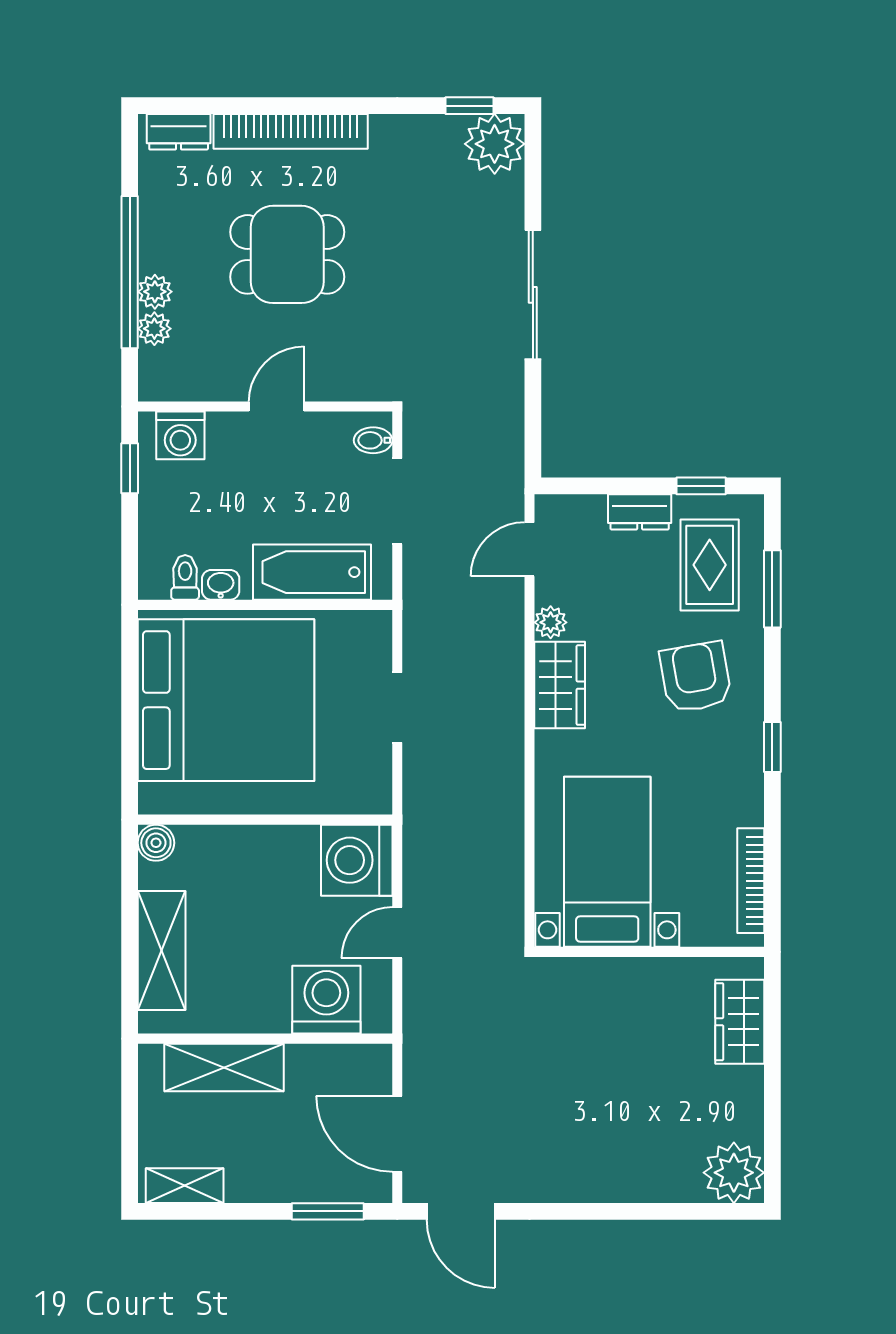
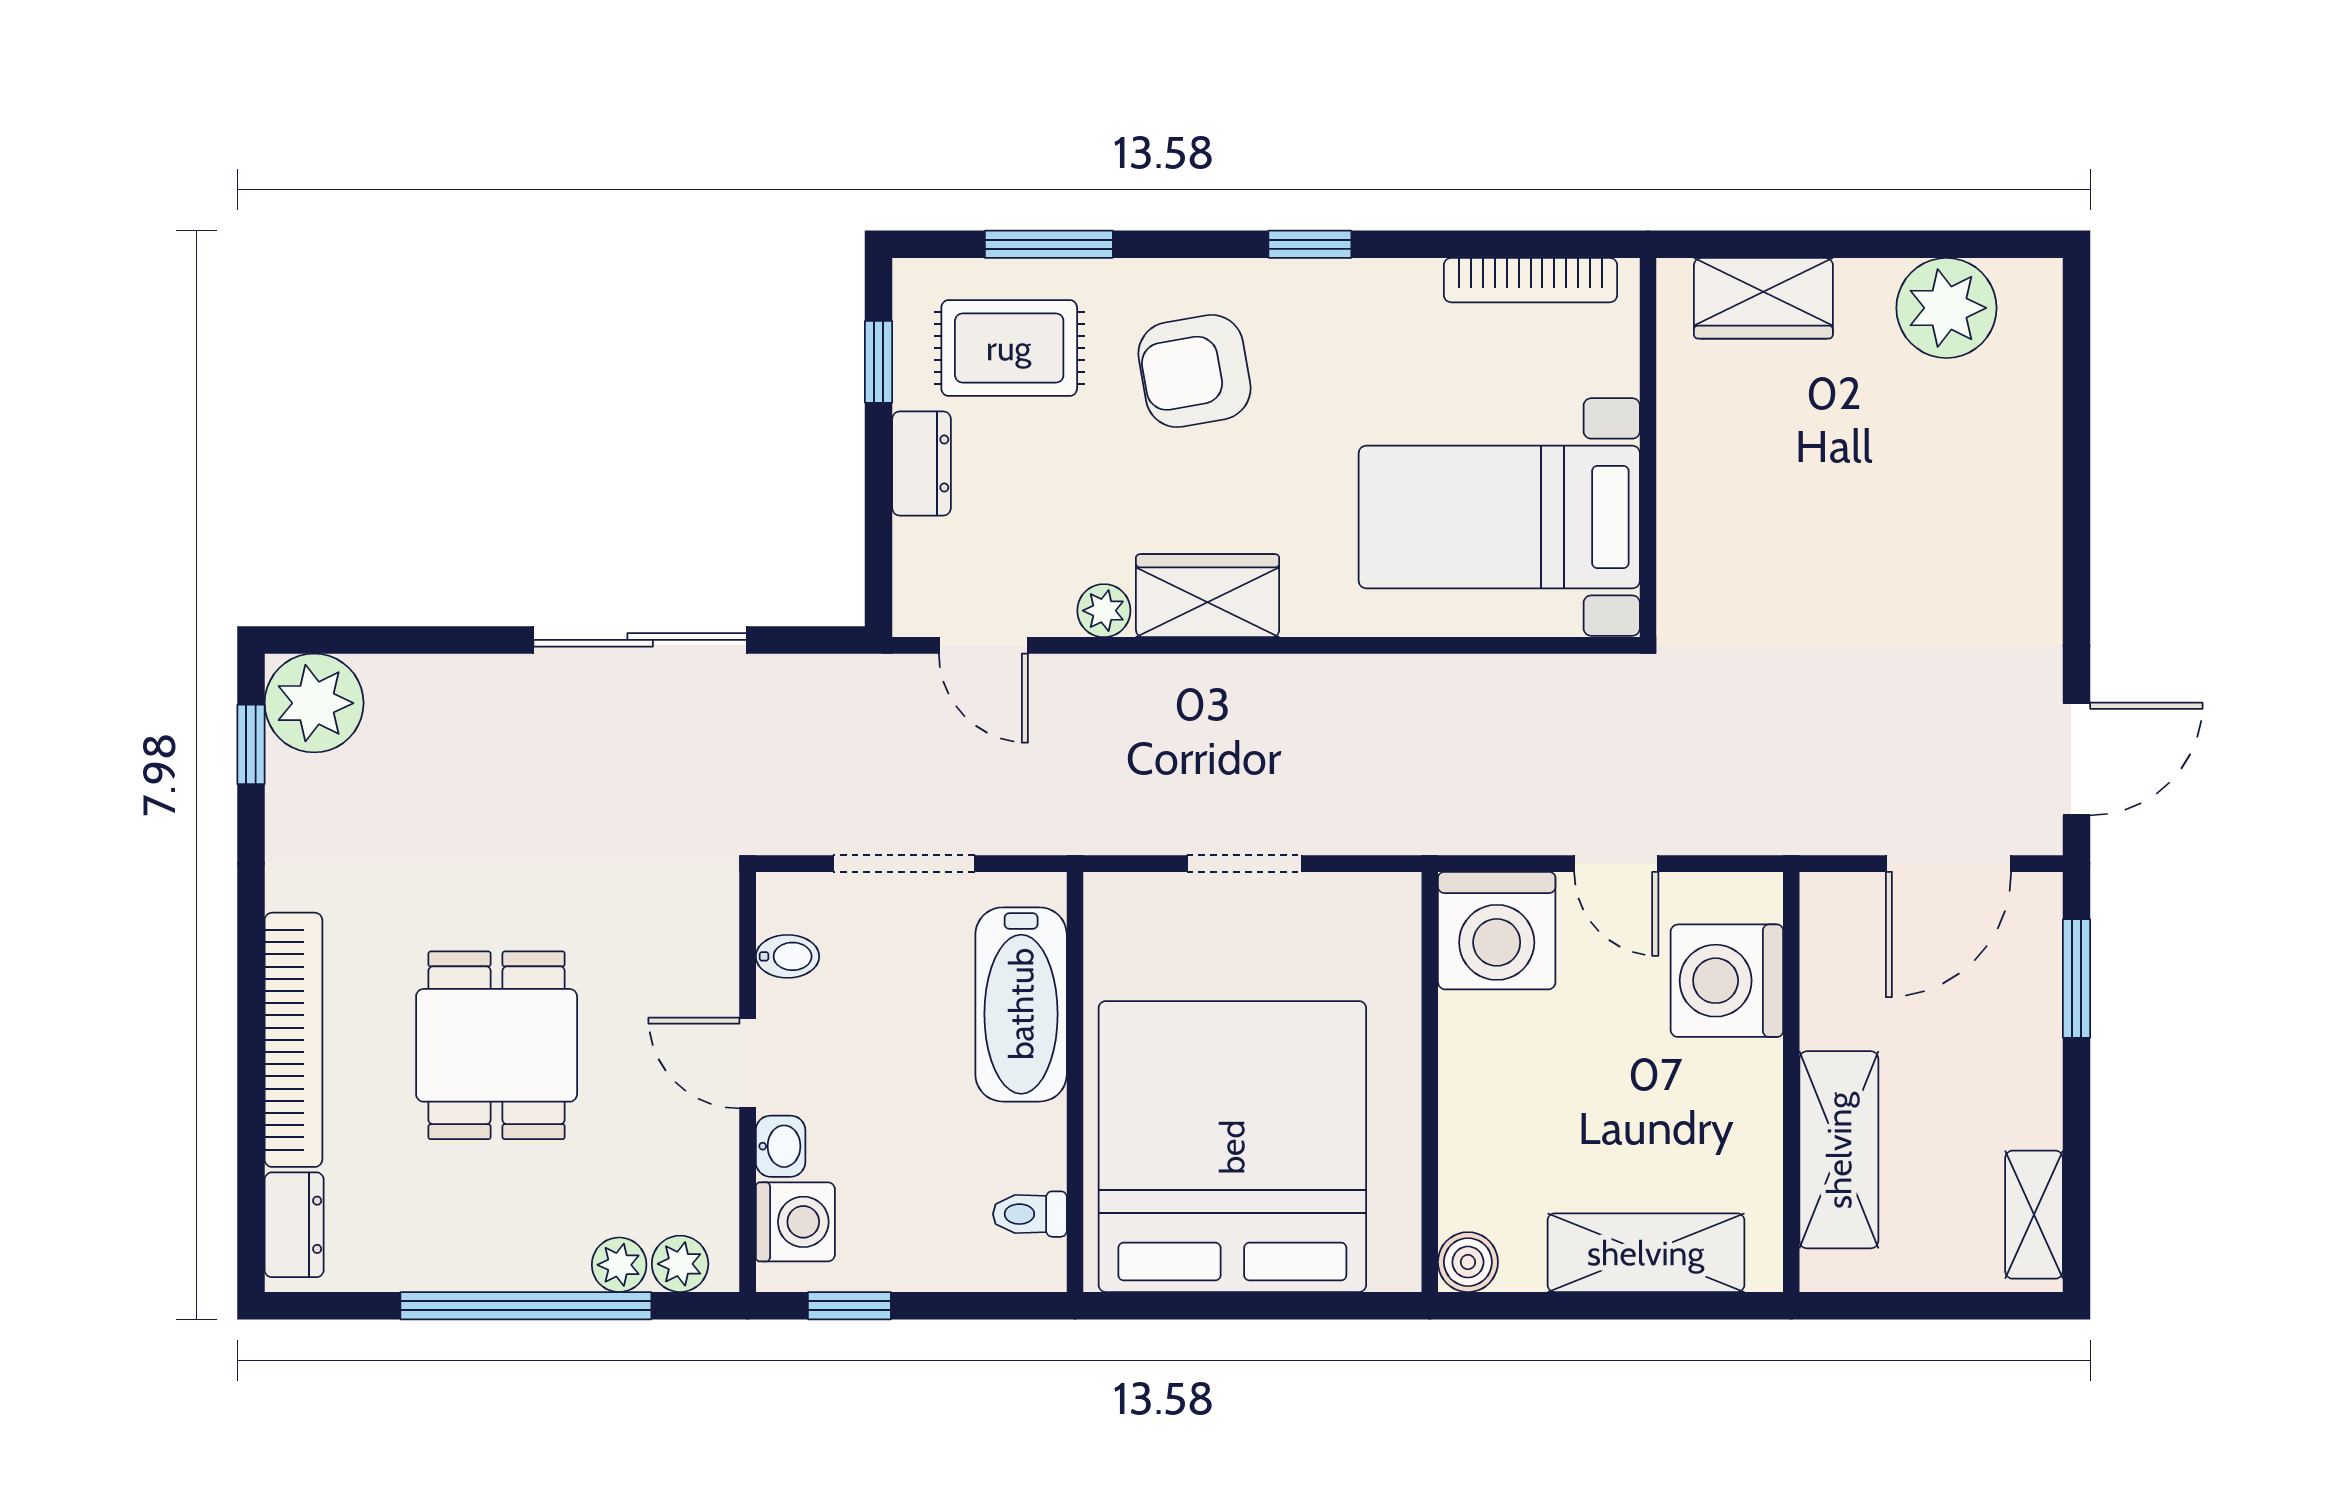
plant: (155, 292) -> (680, 1264), moved
sliding door: (533, 295) -> (640, 640), moved
bidet: (373, 440) -> (787, 956), moved, turned -90
washbasin: (221, 585) -> (781, 1146), moved, turned 180
plant: (734, 1173) -> (1946, 308), moved

